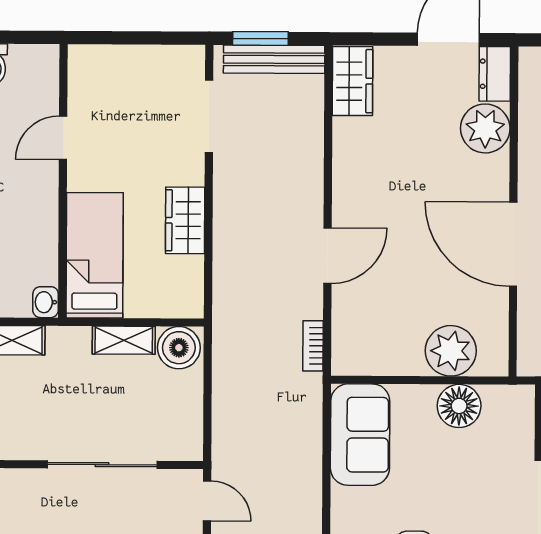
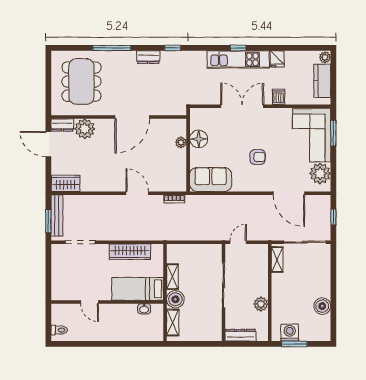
wardrobe: (185, 220) -> (130, 252), width x1.50
washbasin: (46, 302) -> (144, 309), moved
boiler: (179, 348) -> (175, 299), moved
plant: (451, 351) -> (181, 142), width x0.53, depth x0.53

